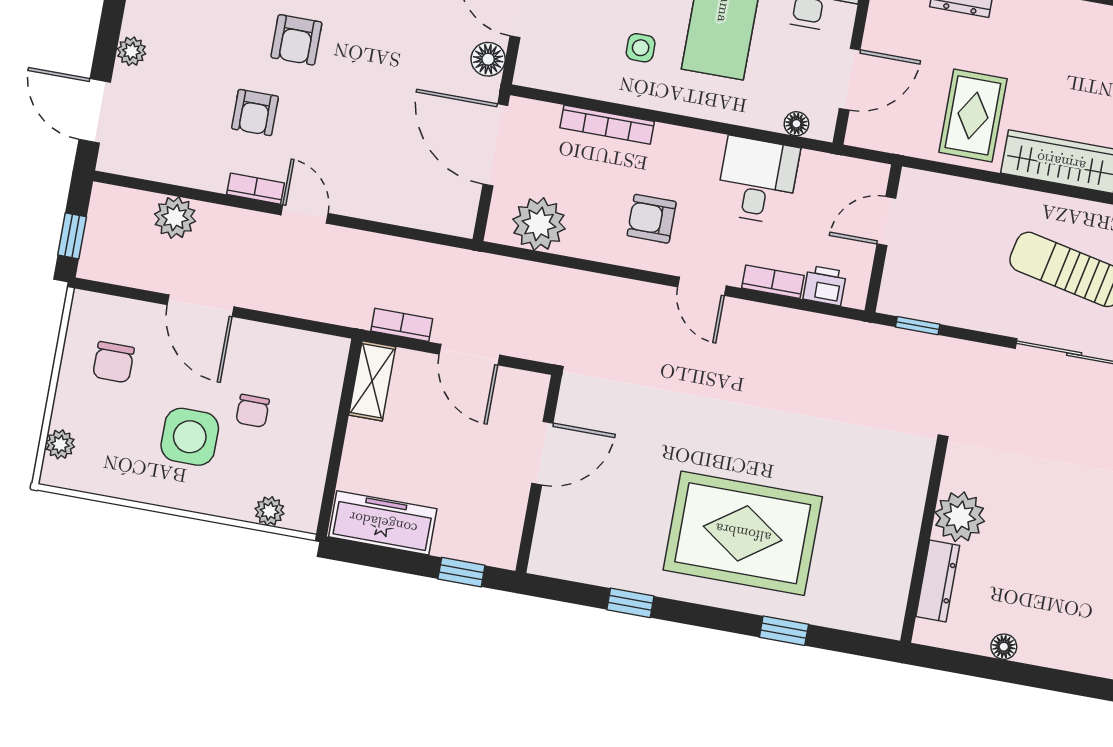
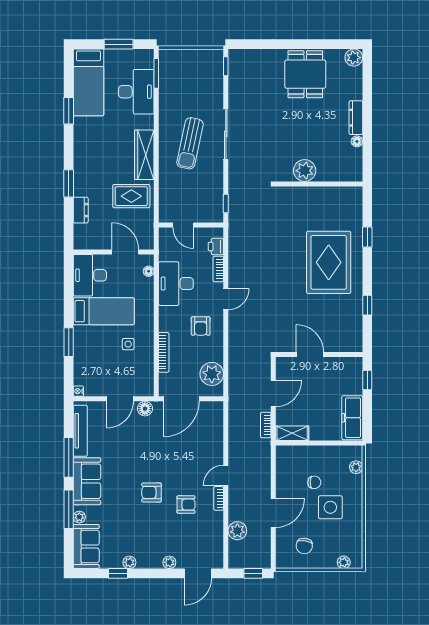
armchair: (296, 40) -> (152, 492), turned 180
desk: (758, 180) -> (176, 284), width x1.37
chair: (113, 362) -> (304, 546), turned 99
dresser: (938, 581) -> (356, 118), moved, turned -90

